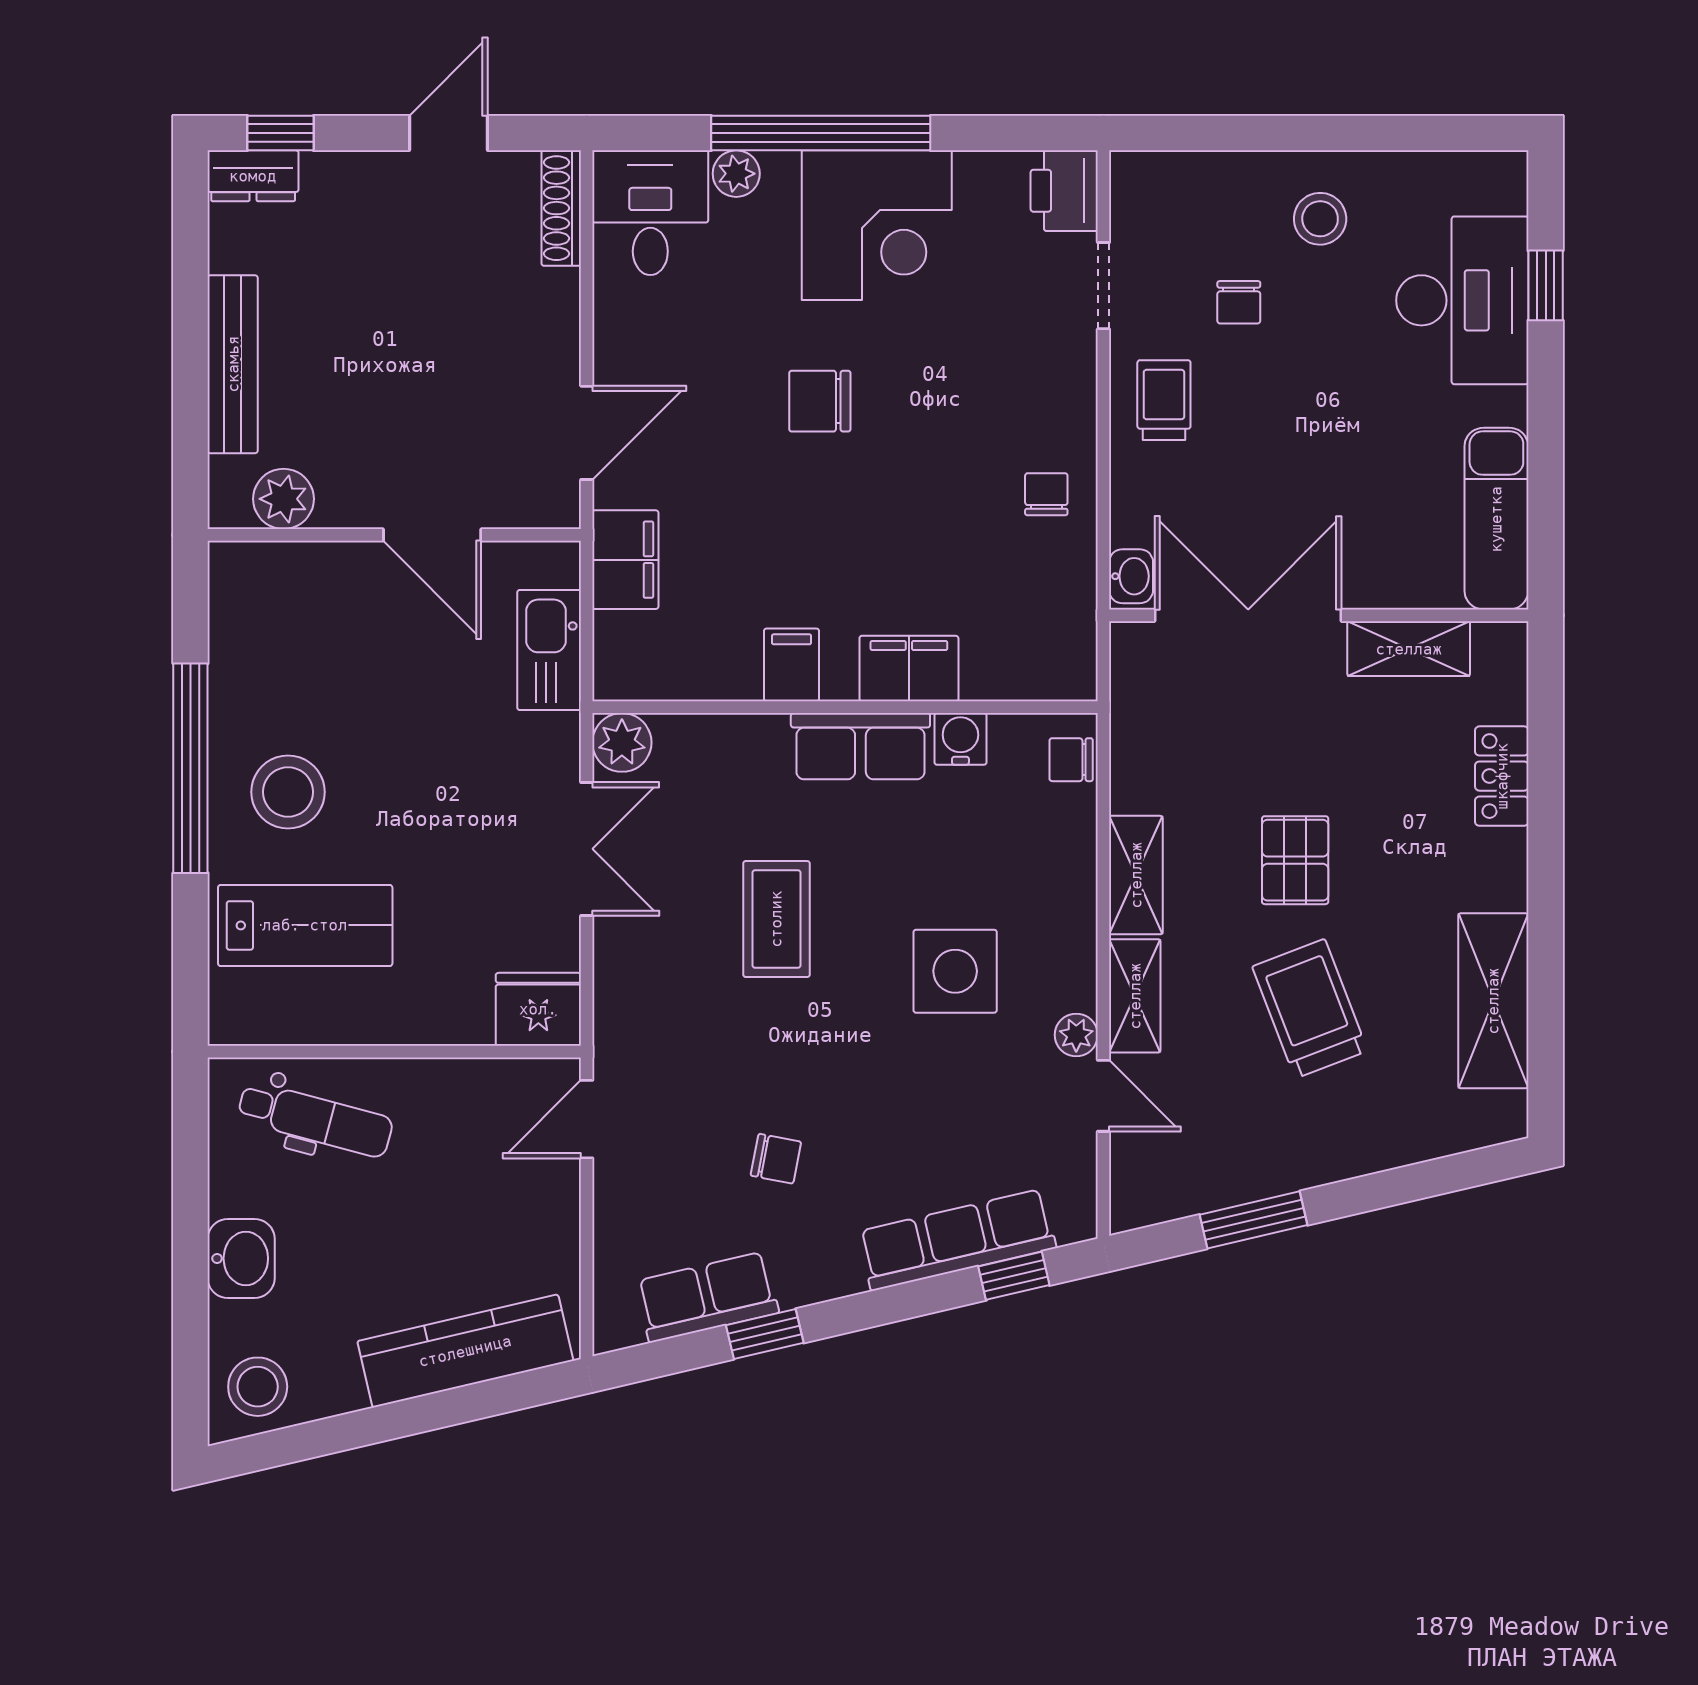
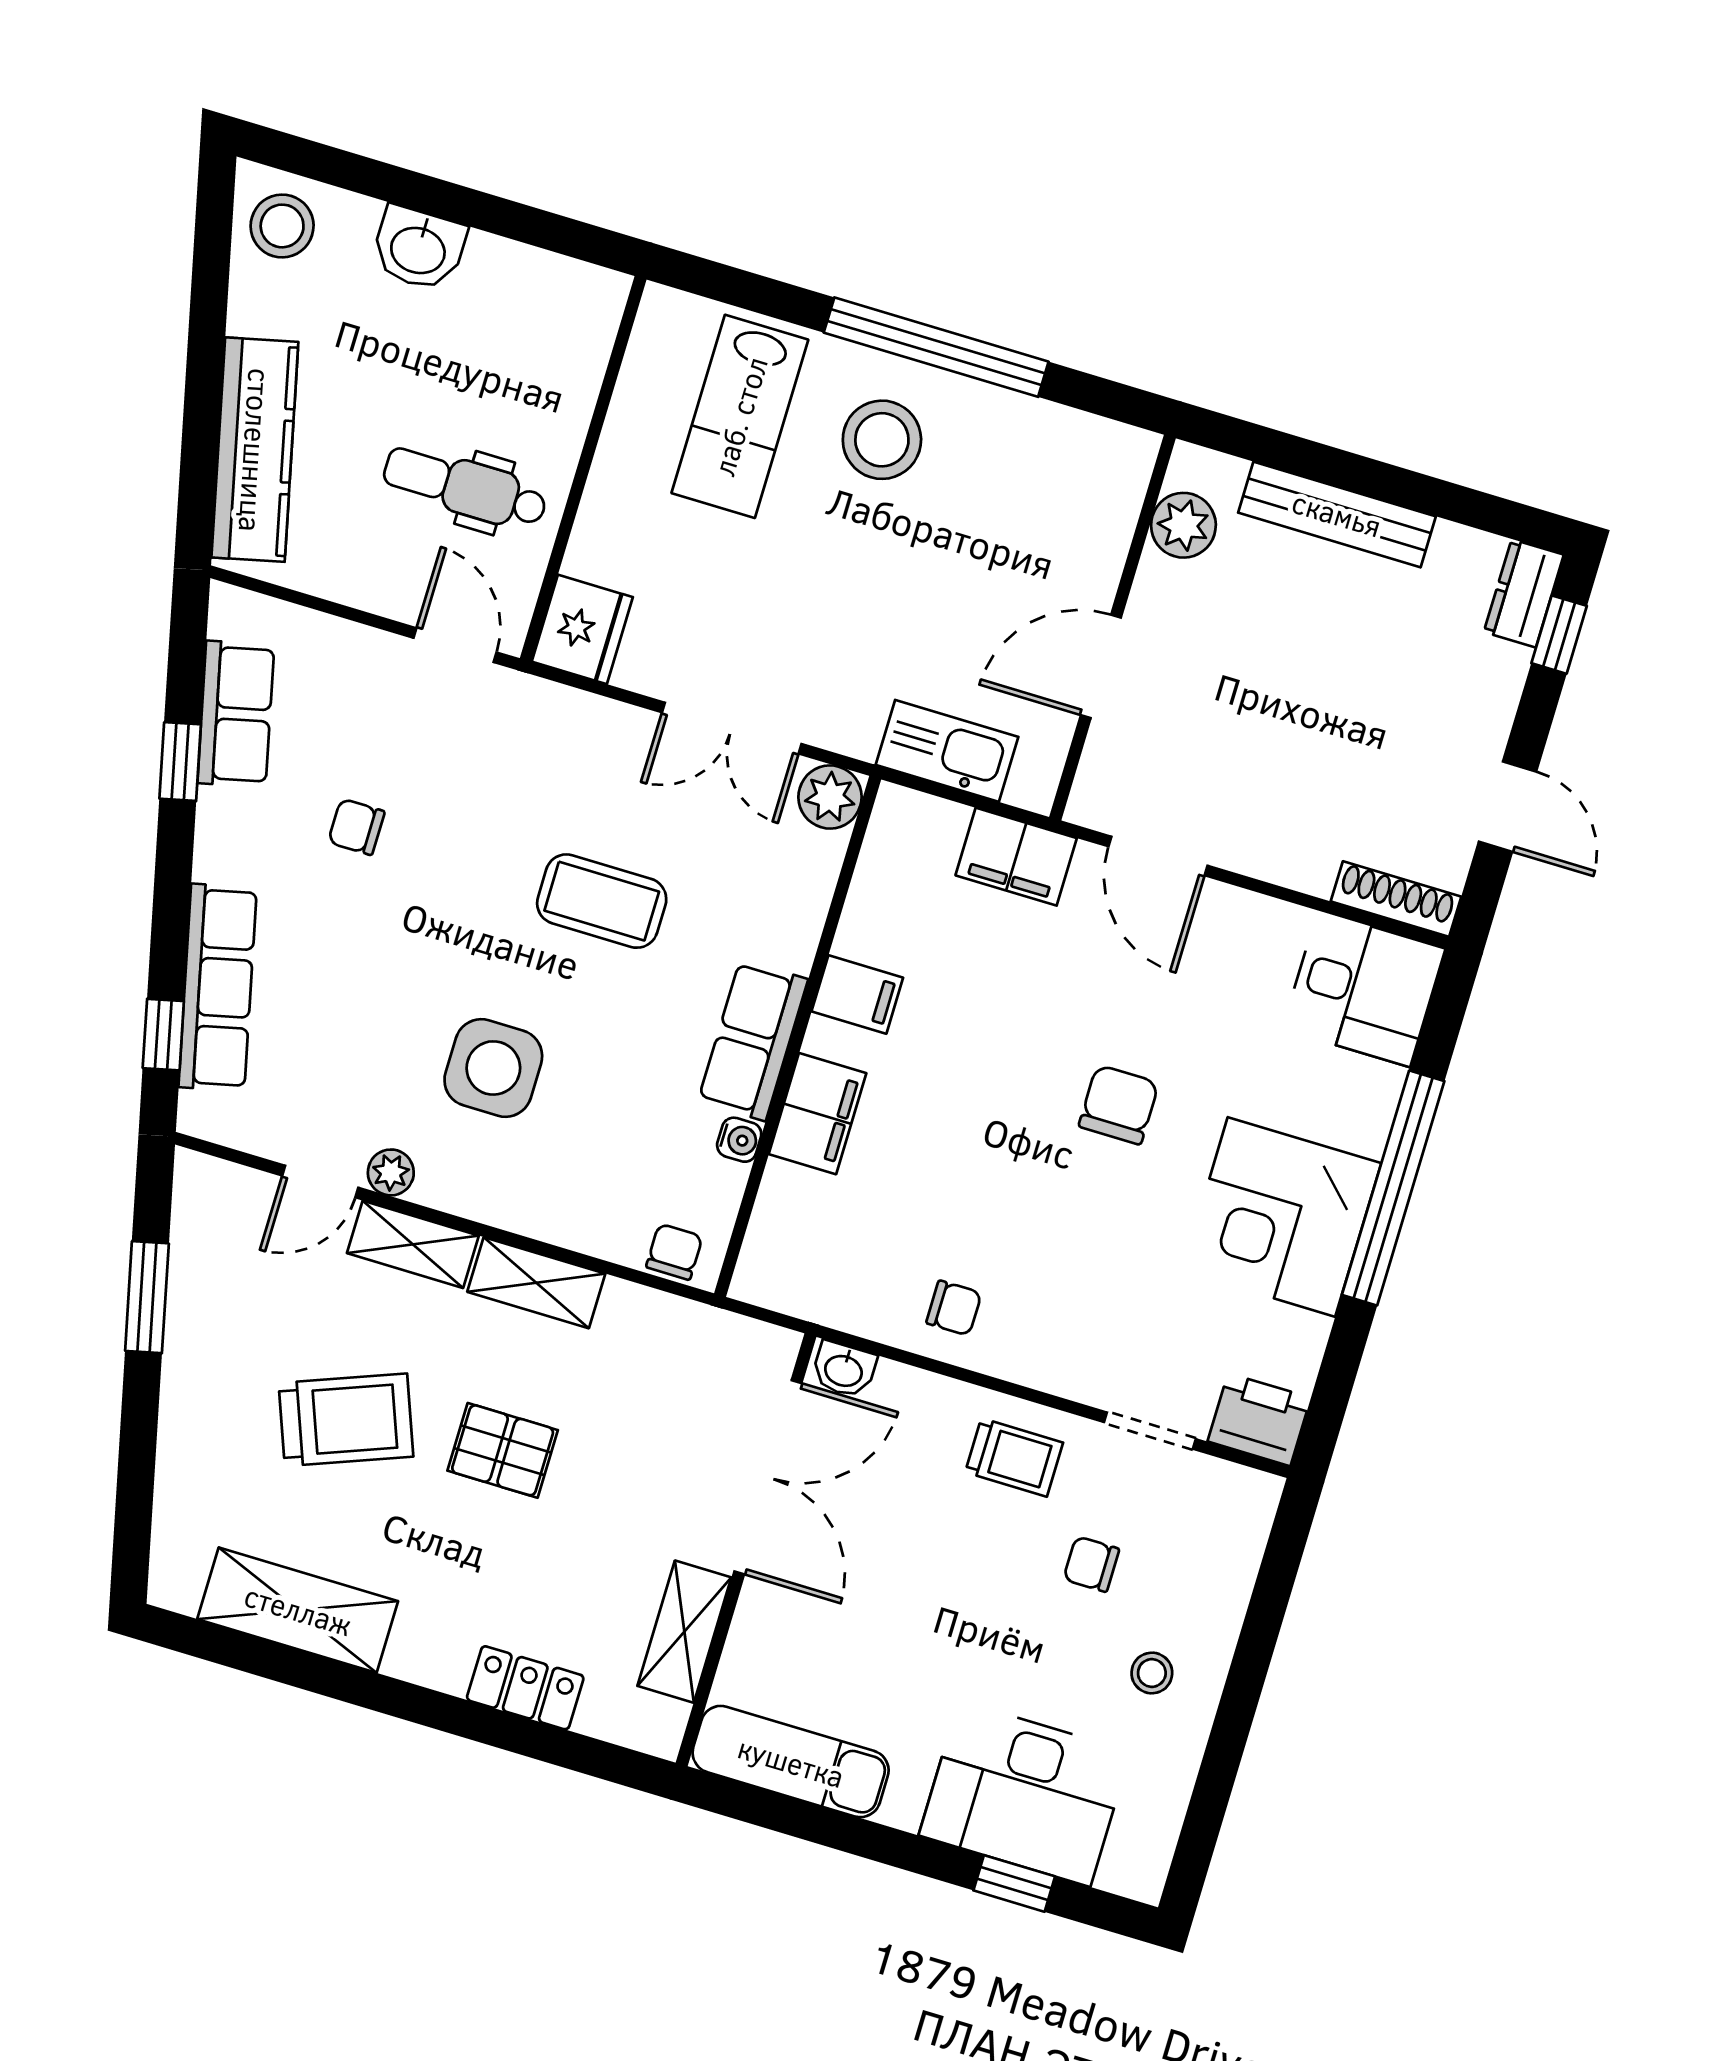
plant: (736, 174) -> (1377, 1089), removed
stool: (1320, 219) -> (1152, 1673), width x0.73, depth x0.73
water cooler: (960, 739) -> (739, 1140), width x0.72, depth x0.72
dental chair: (315, 1119) -> (465, 487), moved, turned 75
chair: (776, 1159) -> (356, 827), turned 79

